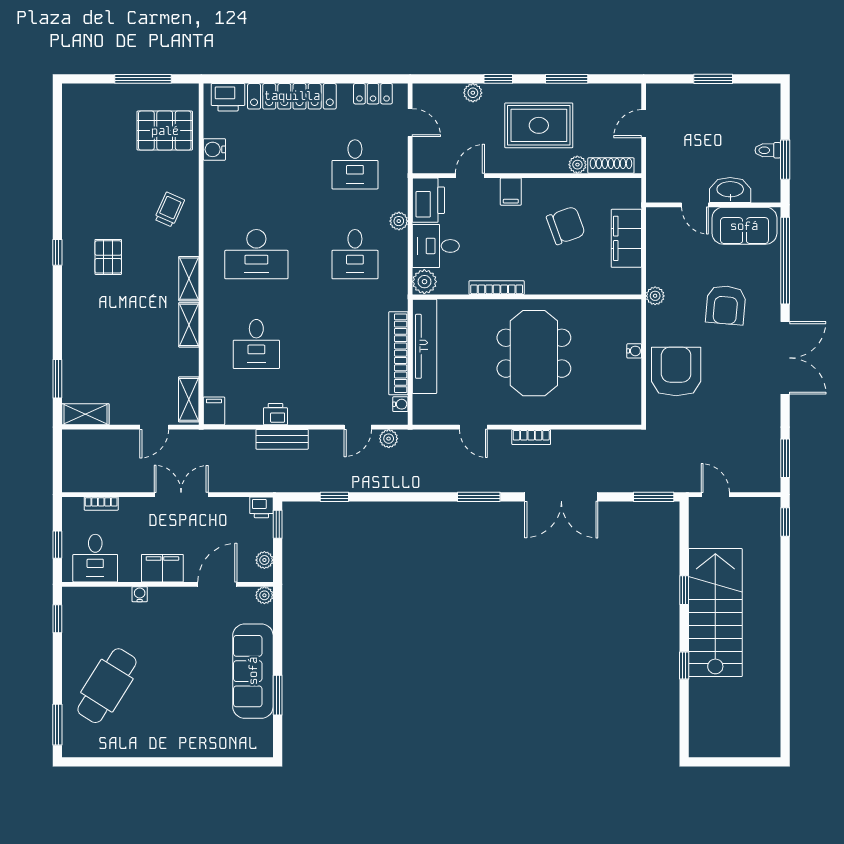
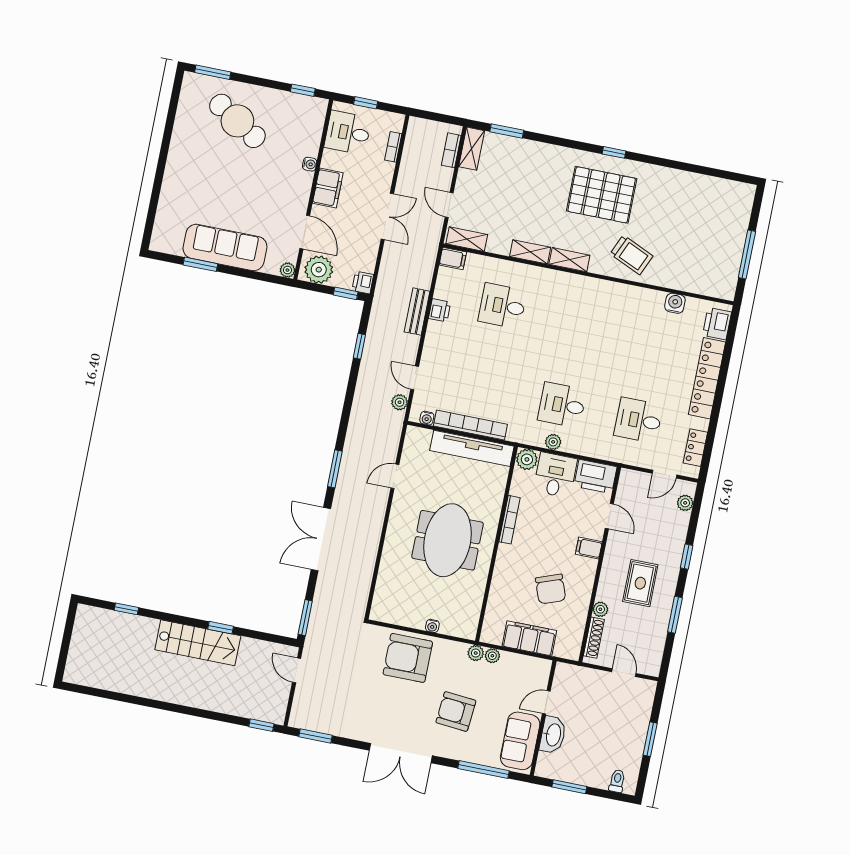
plant: (473, 93) -> (685, 503), moved
rug: (539, 125) -> (640, 583), width x0.73, depth x0.70
pallet: (165, 131) -> (699, 264), removed
toilet: (768, 150) -> (617, 781), moved
trolley: (169, 210) -> (631, 255), width x1.36, depth x1.39
plant: (399, 221) -> (553, 442), moved
desk: (256, 254) -> (579, 321), removed
pallet: (108, 257) -> (602, 195), width x2.05, depth x2.00
window: (785, 261) -> (484, 770), width x0.68
plant: (654, 276) -> (492, 656), added
meeting table: (534, 353) -> (448, 540), turned 90
armchair: (676, 372) -> (408, 658), turned 180
bookcase: (531, 437) -> (451, 150), moved
door: (715, 495) -> (297, 670), swing flipped
plant: (264, 560) -> (319, 270), width x1.87, depth x1.87
stairs: (715, 613) -> (198, 643), width x0.73, depth x0.66
window: (684, 666) -> (126, 609), moved

